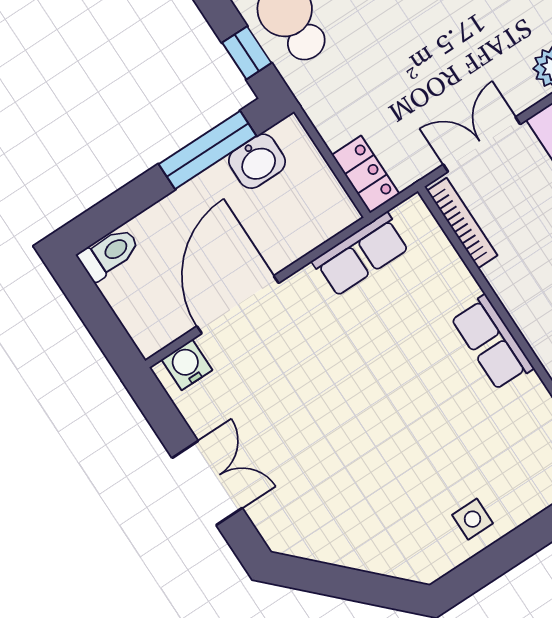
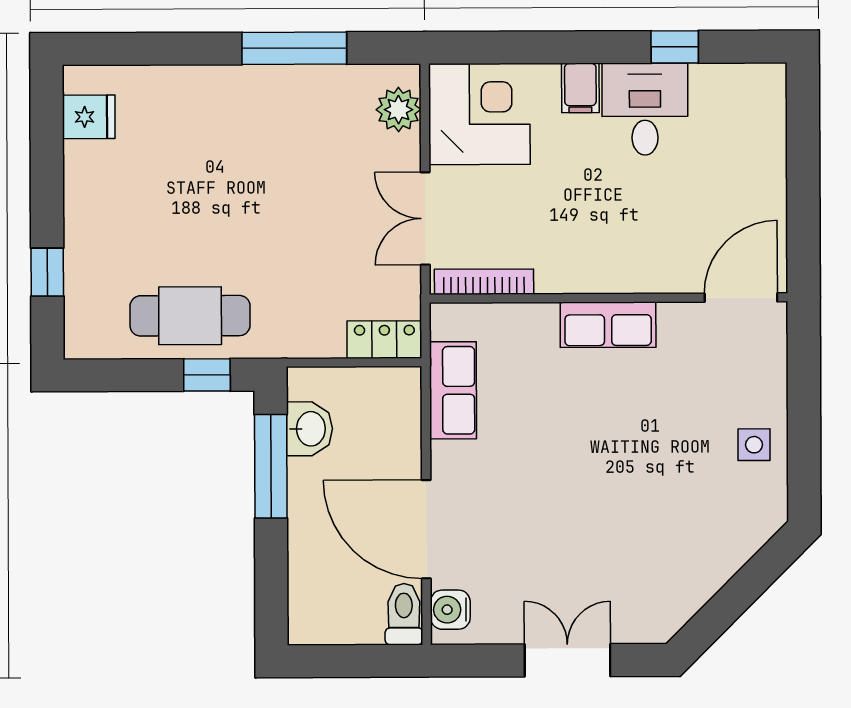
toilet: (109, 254) -> (404, 614), moved

